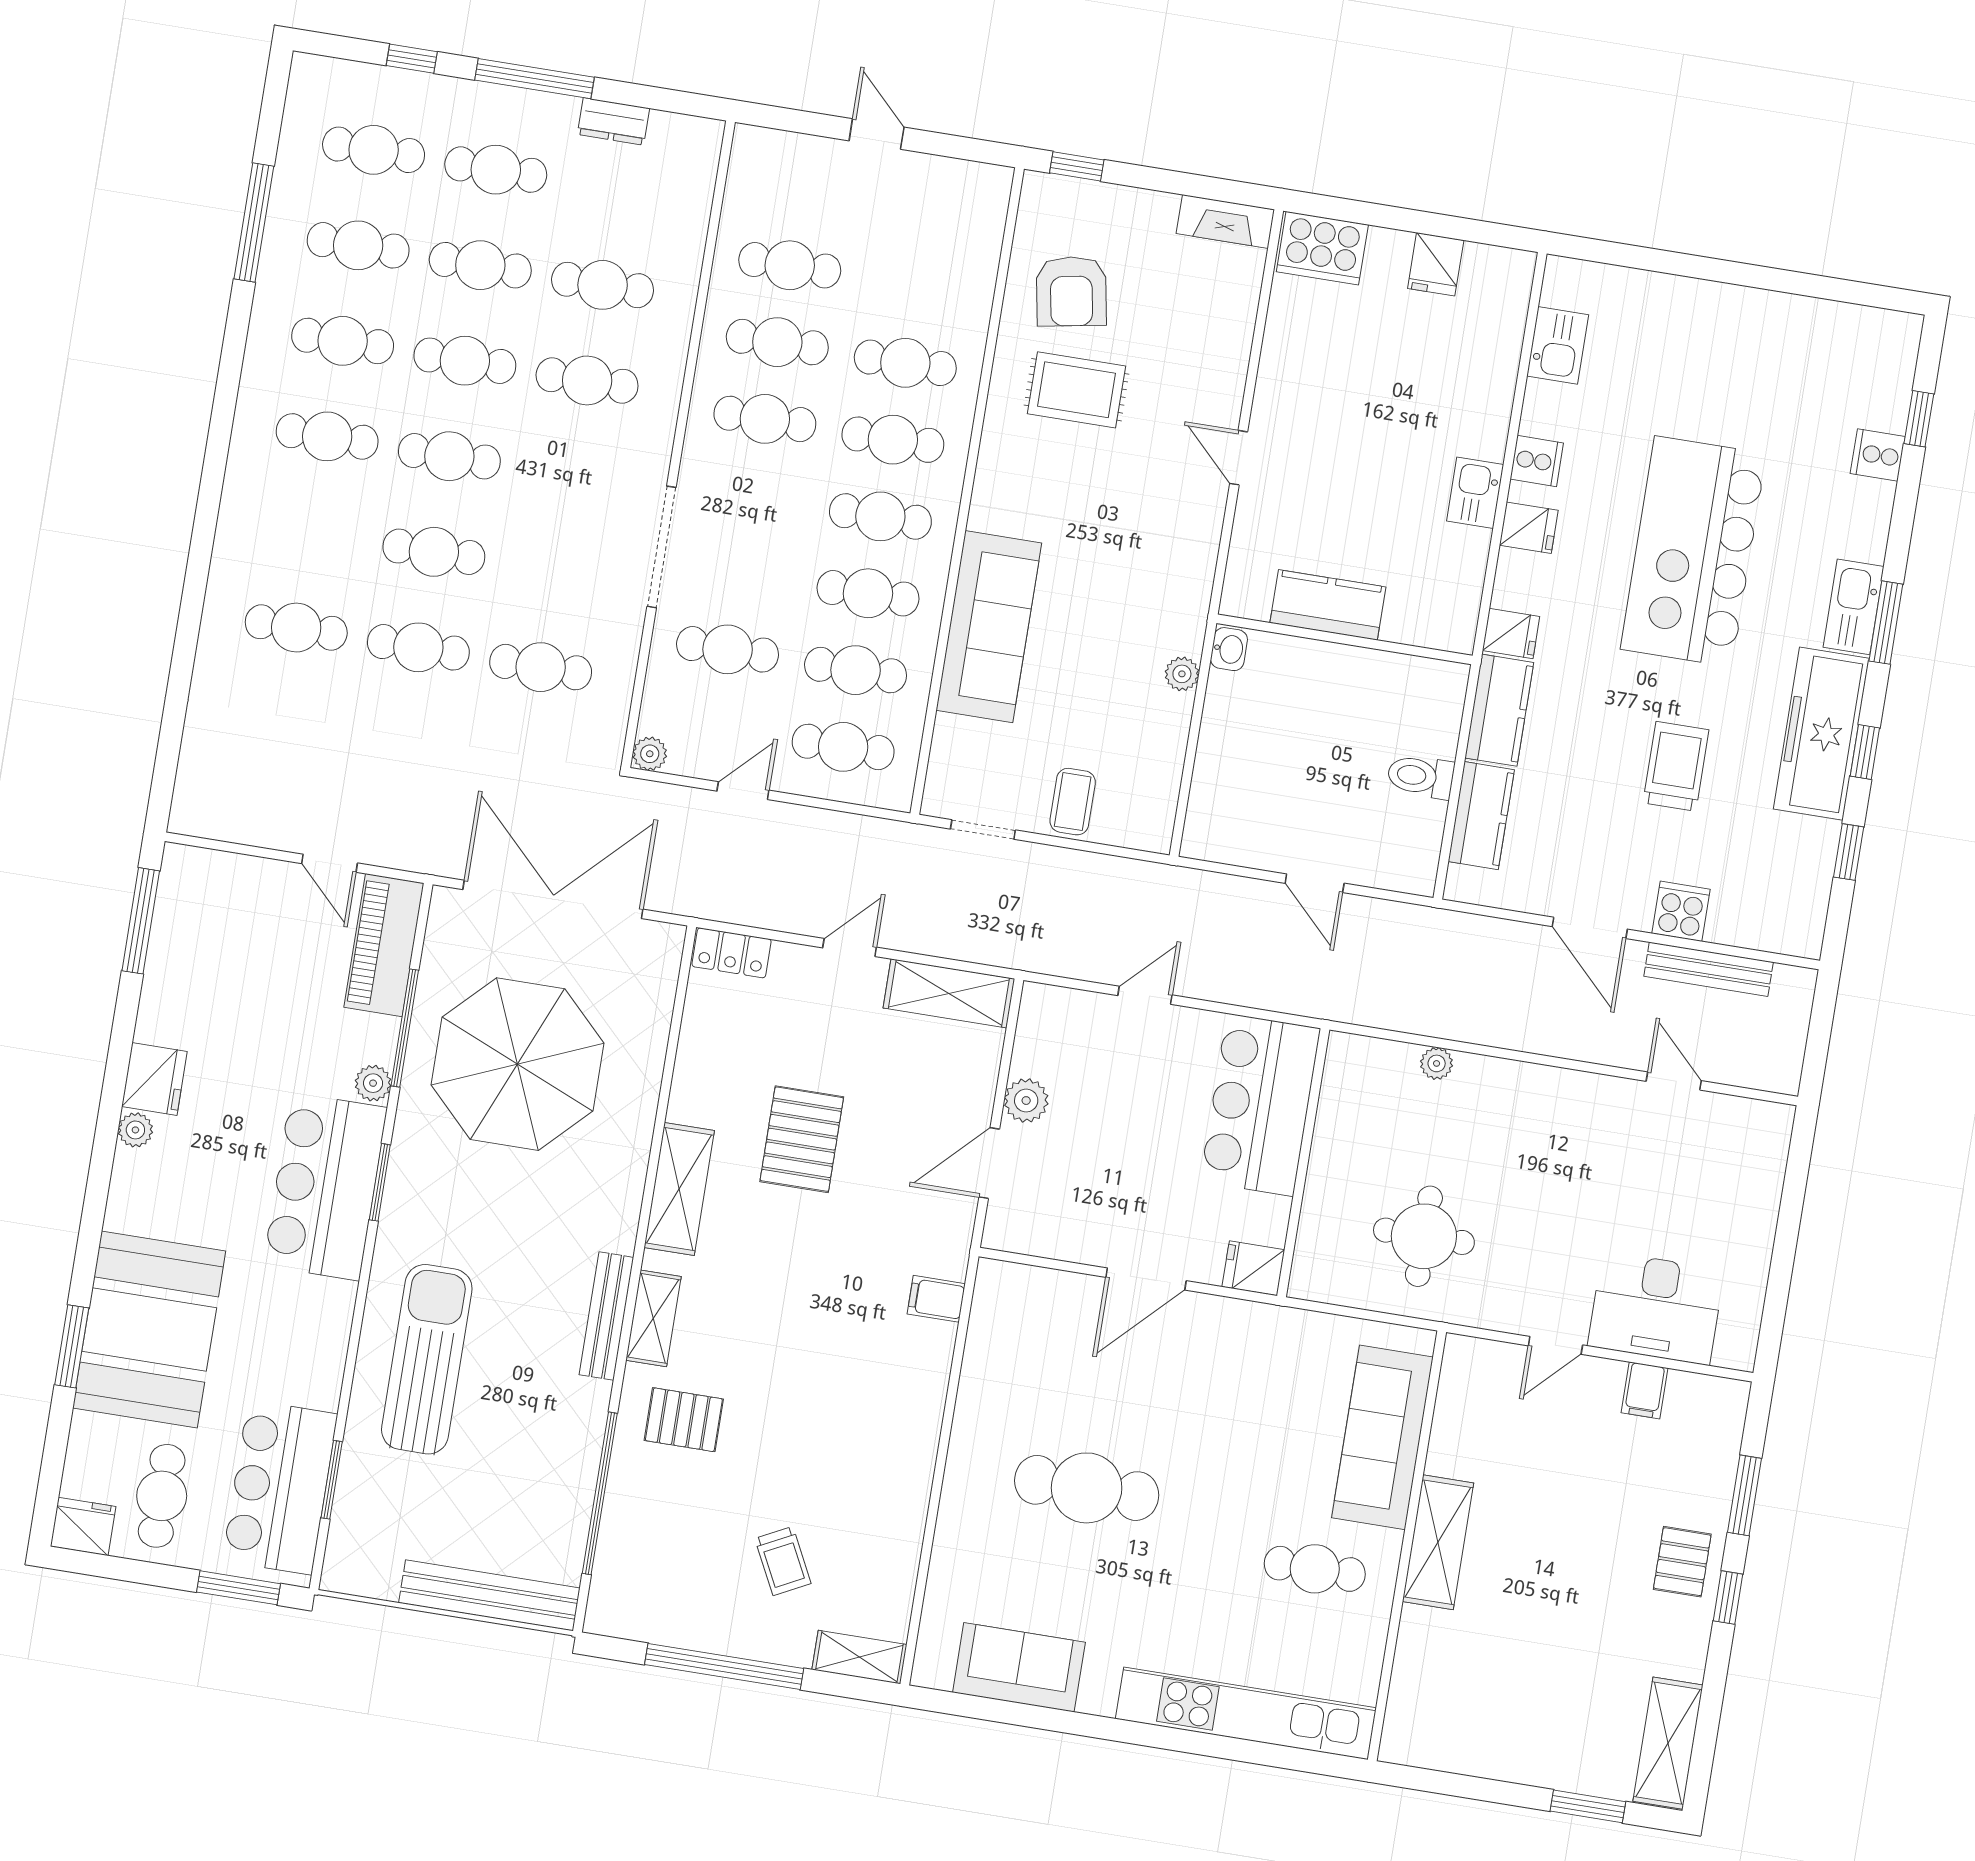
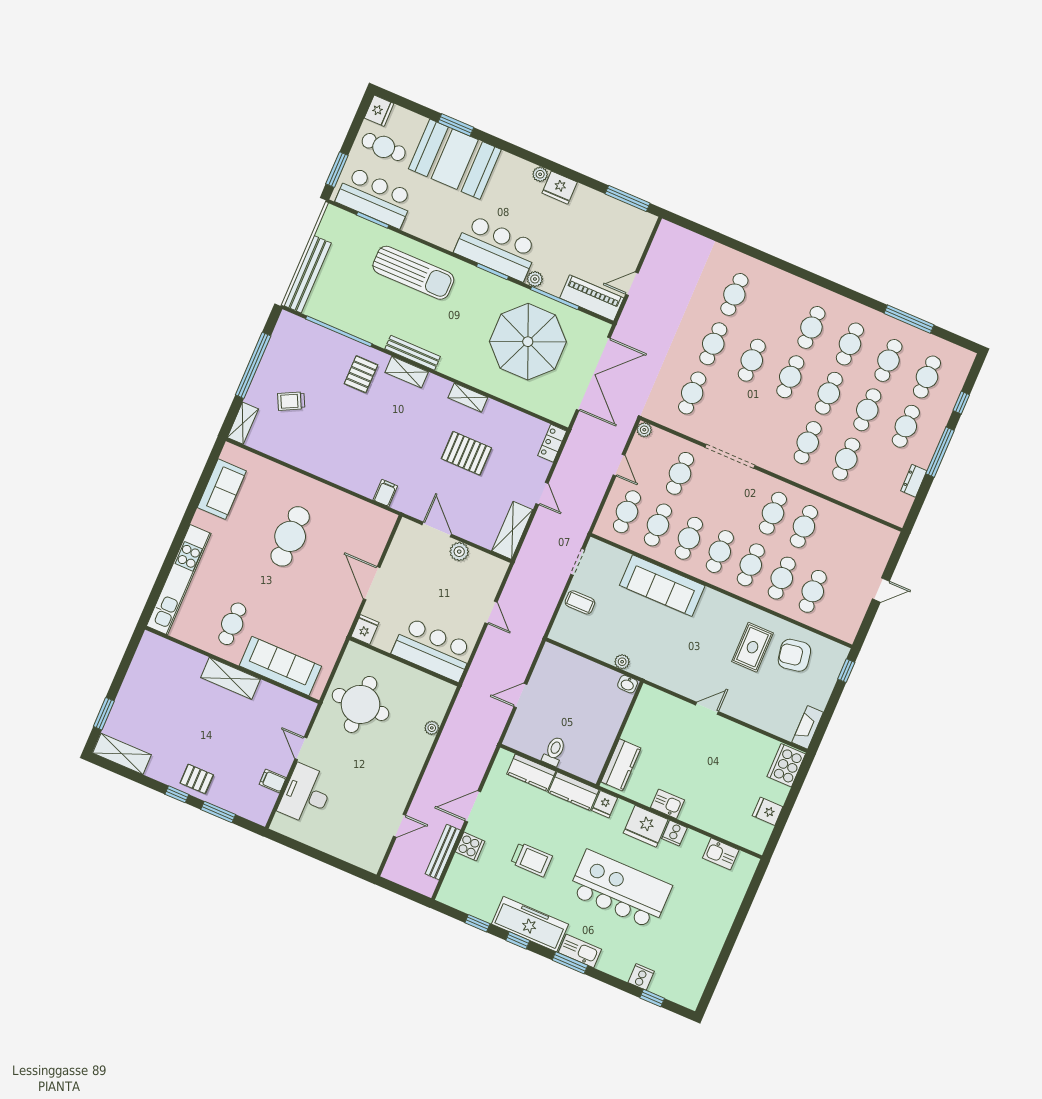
cafe table: (790, 265) -> (813, 591), moved
fridge: (1529, 528) -> (646, 826), width x1.88, depth x1.34
kitchen counter: (1328, 605) -> (621, 765), moved
shelving: (679, 1189) -> (468, 398), width x0.67, depth x0.75
round table: (1424, 1236) -> (360, 704), width x1.36, depth x1.36

